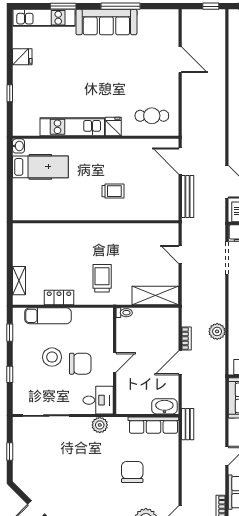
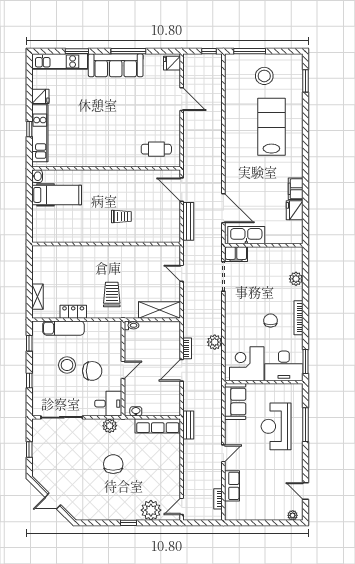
fridge: (113, 126) -> (172, 63), moved, turned -90
kitchen unit: (72, 127) -> (40, 133), moved, turned 90
washbasin: (164, 406) -> (136, 411), moved, width x0.52, depth x0.69
chair: (132, 472) -> (113, 464), moved

